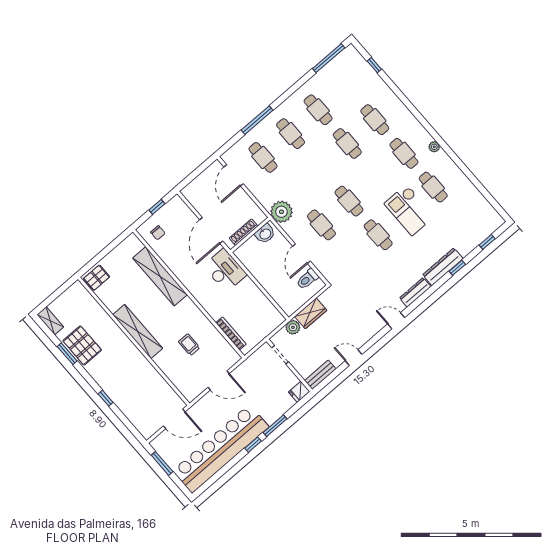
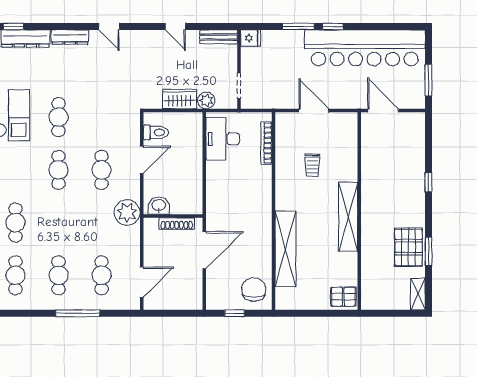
chair: (158, 233) -> (254, 289), width x1.87, depth x1.87
desk: (225, 270) -> (223, 139), moved

